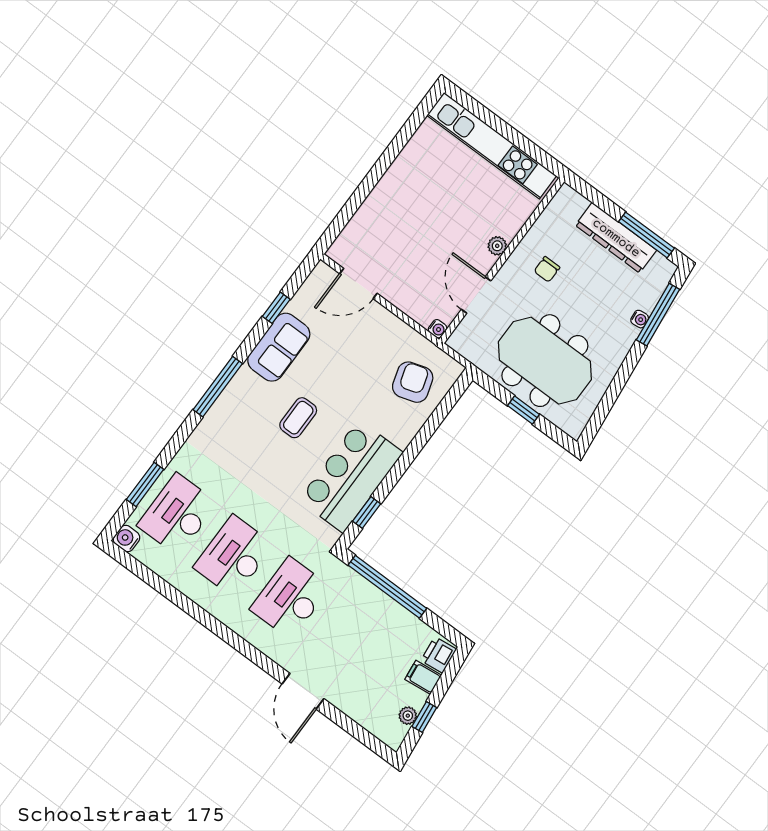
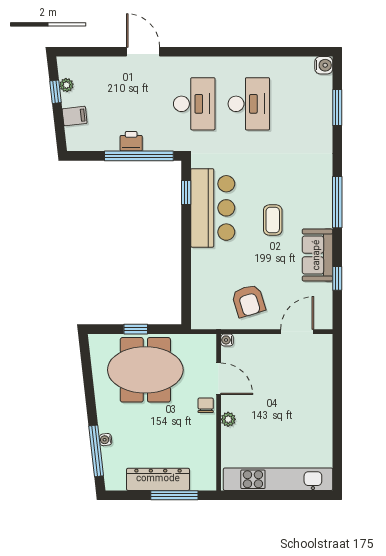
window: (646, 235) -> (174, 495), moved
chair: (547, 269) -> (206, 405), moved
armchair: (413, 382) -> (249, 301), moved
desk: (177, 514) -> (303, 104), removed
printer: (439, 655) -> (131, 141), moved, turned -84

